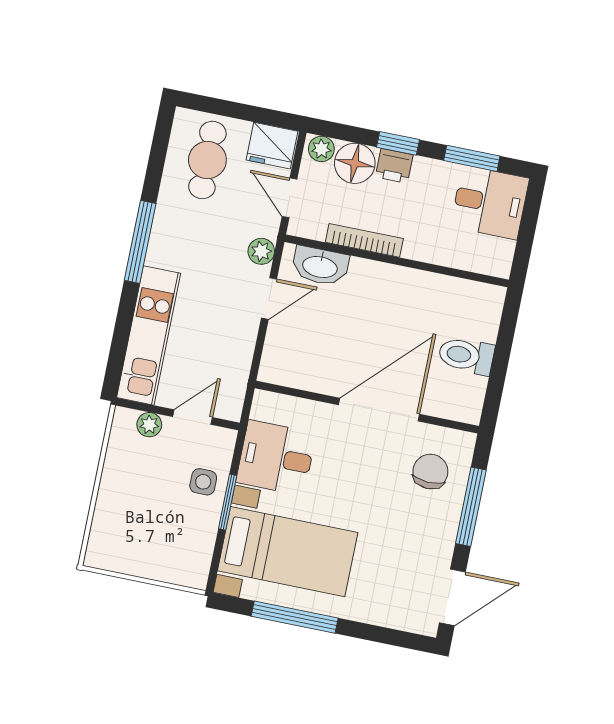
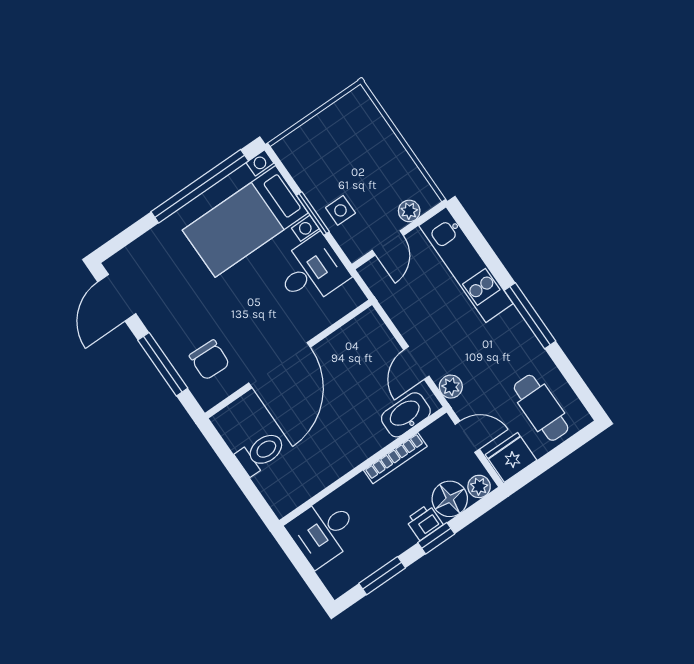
desk: (490, 202) -> (323, 531), moved
window: (295, 617) -> (200, 186), width x1.46

